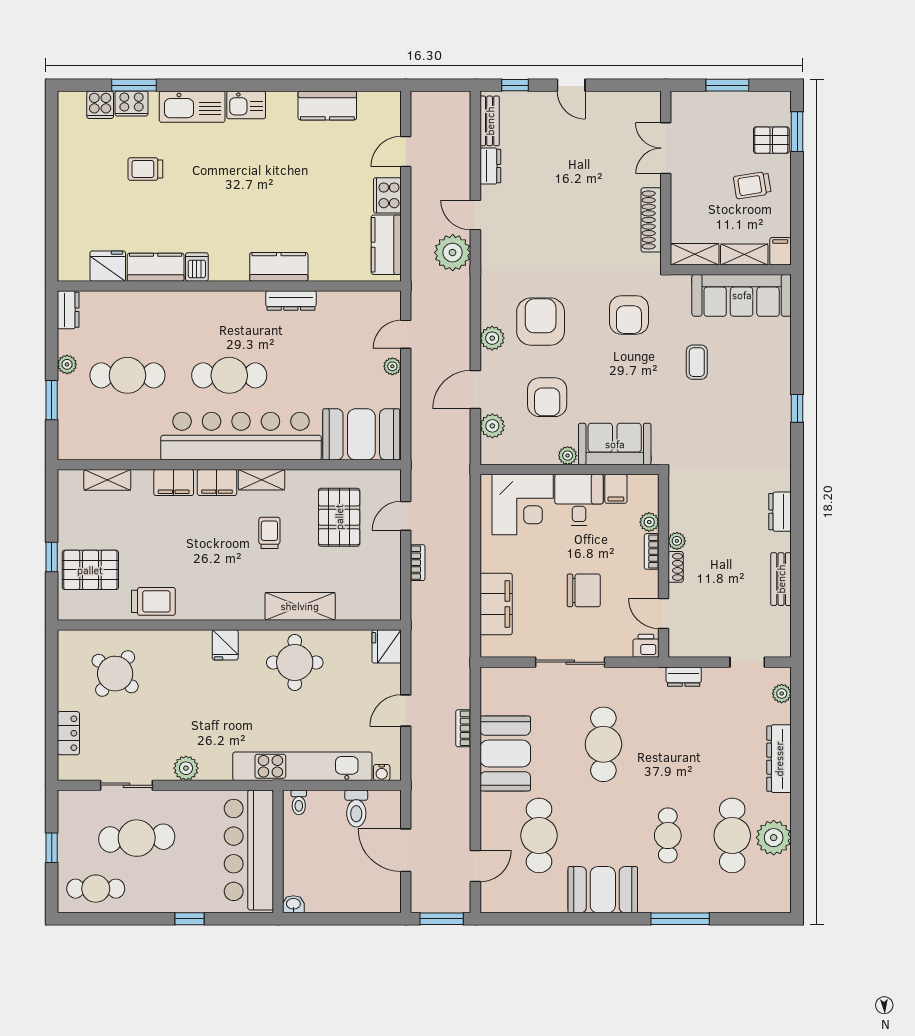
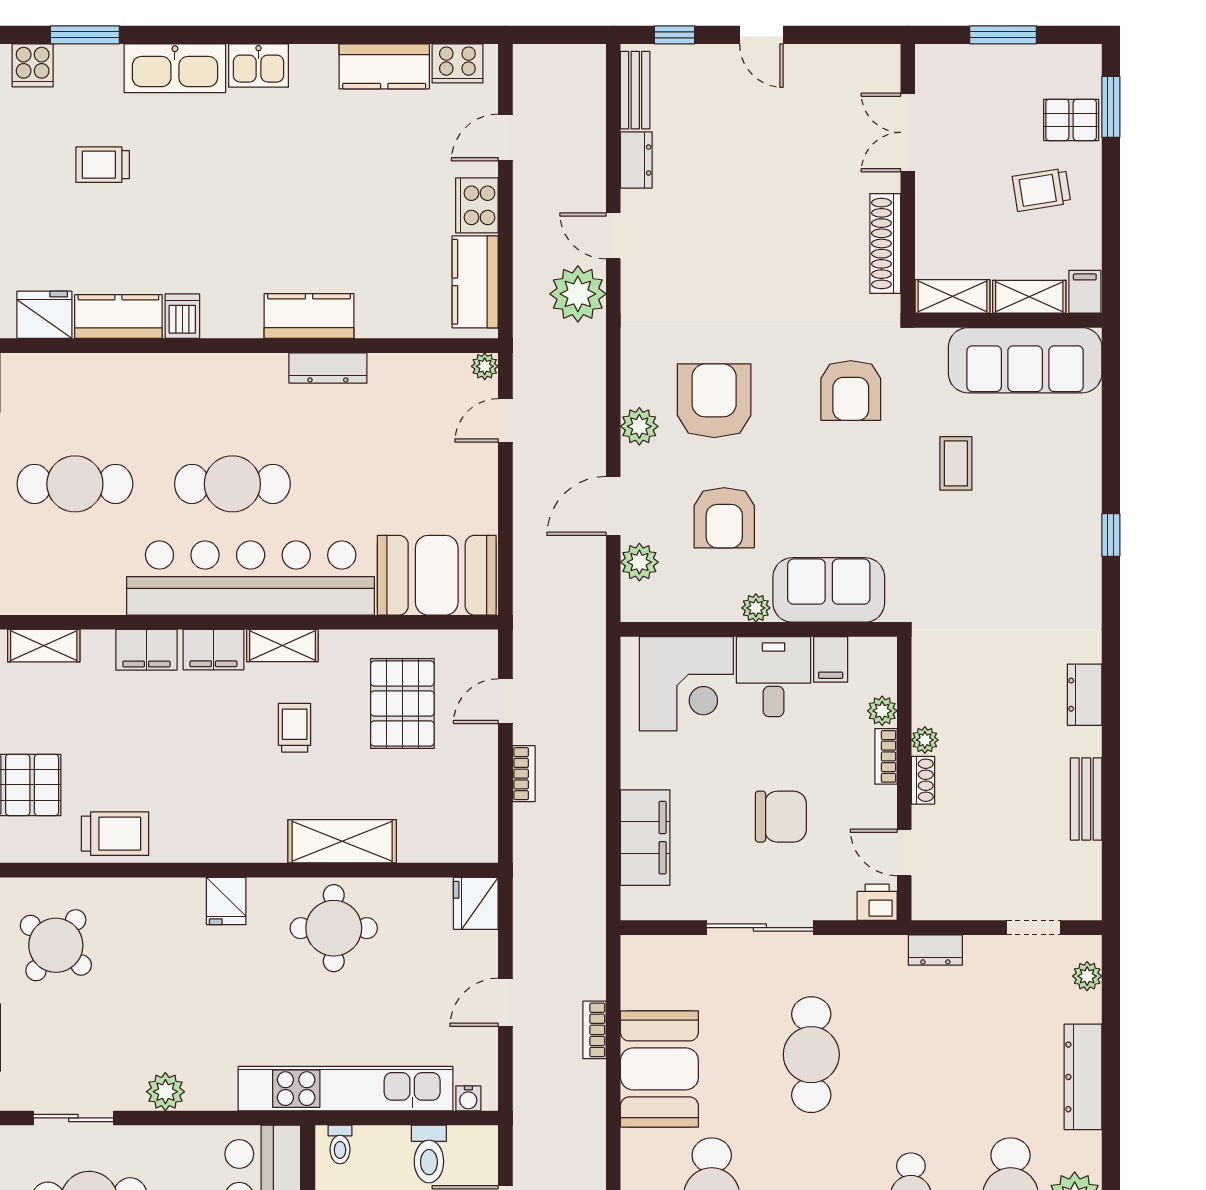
cooker: (132, 104) -> (457, 63), moved
plant: (392, 366) -> (485, 366), moved

